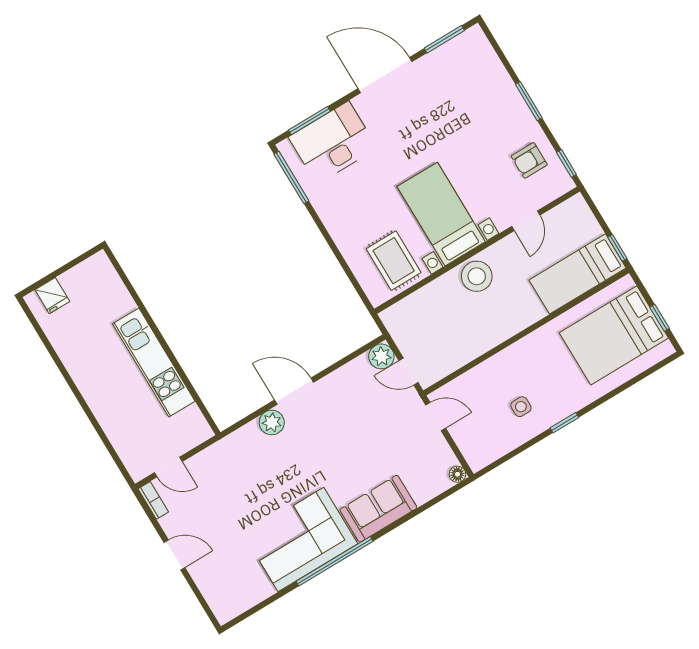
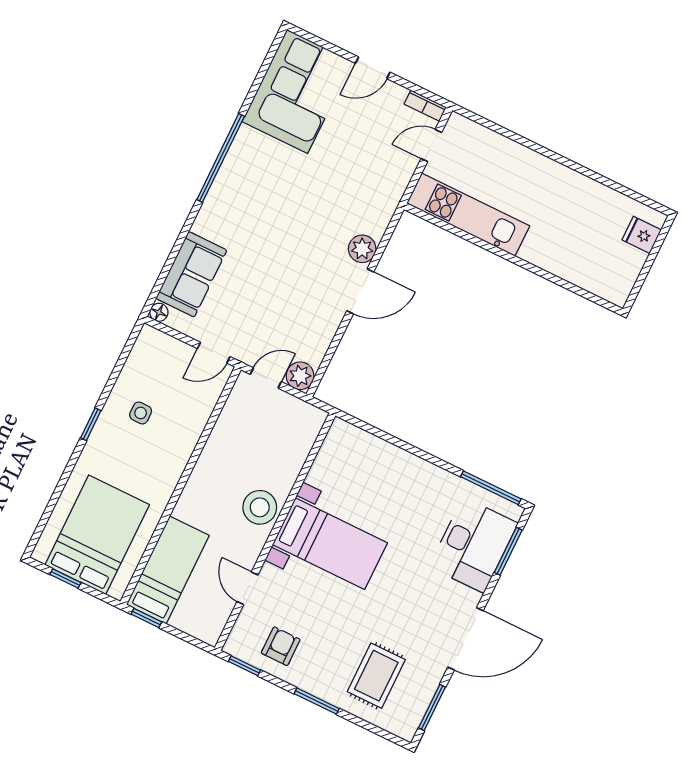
rug: (394, 261) -> (376, 676), moved, turned 90
kitchen unit: (154, 362) -> (468, 215), moved
sofa: (378, 509) -> (191, 274), moved
corner sofa: (301, 539) -> (297, 92), moved

